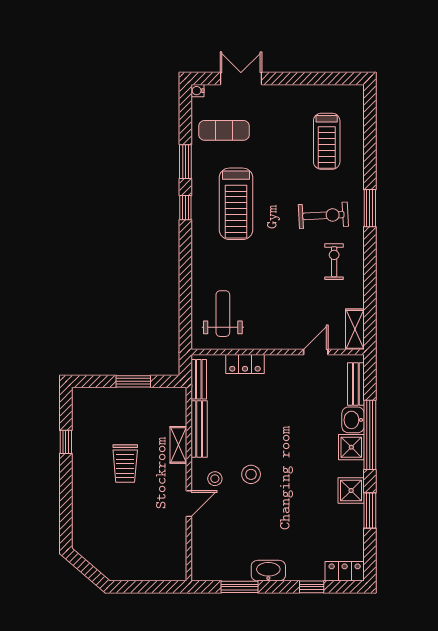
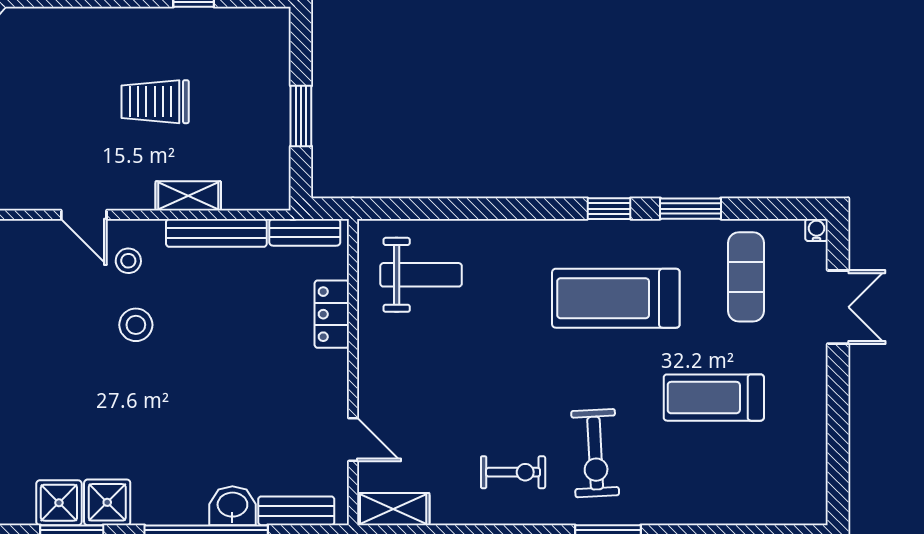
treadmill: (327, 141) -> (714, 398), moved
shower: (351, 447) -> (59, 503), moved

